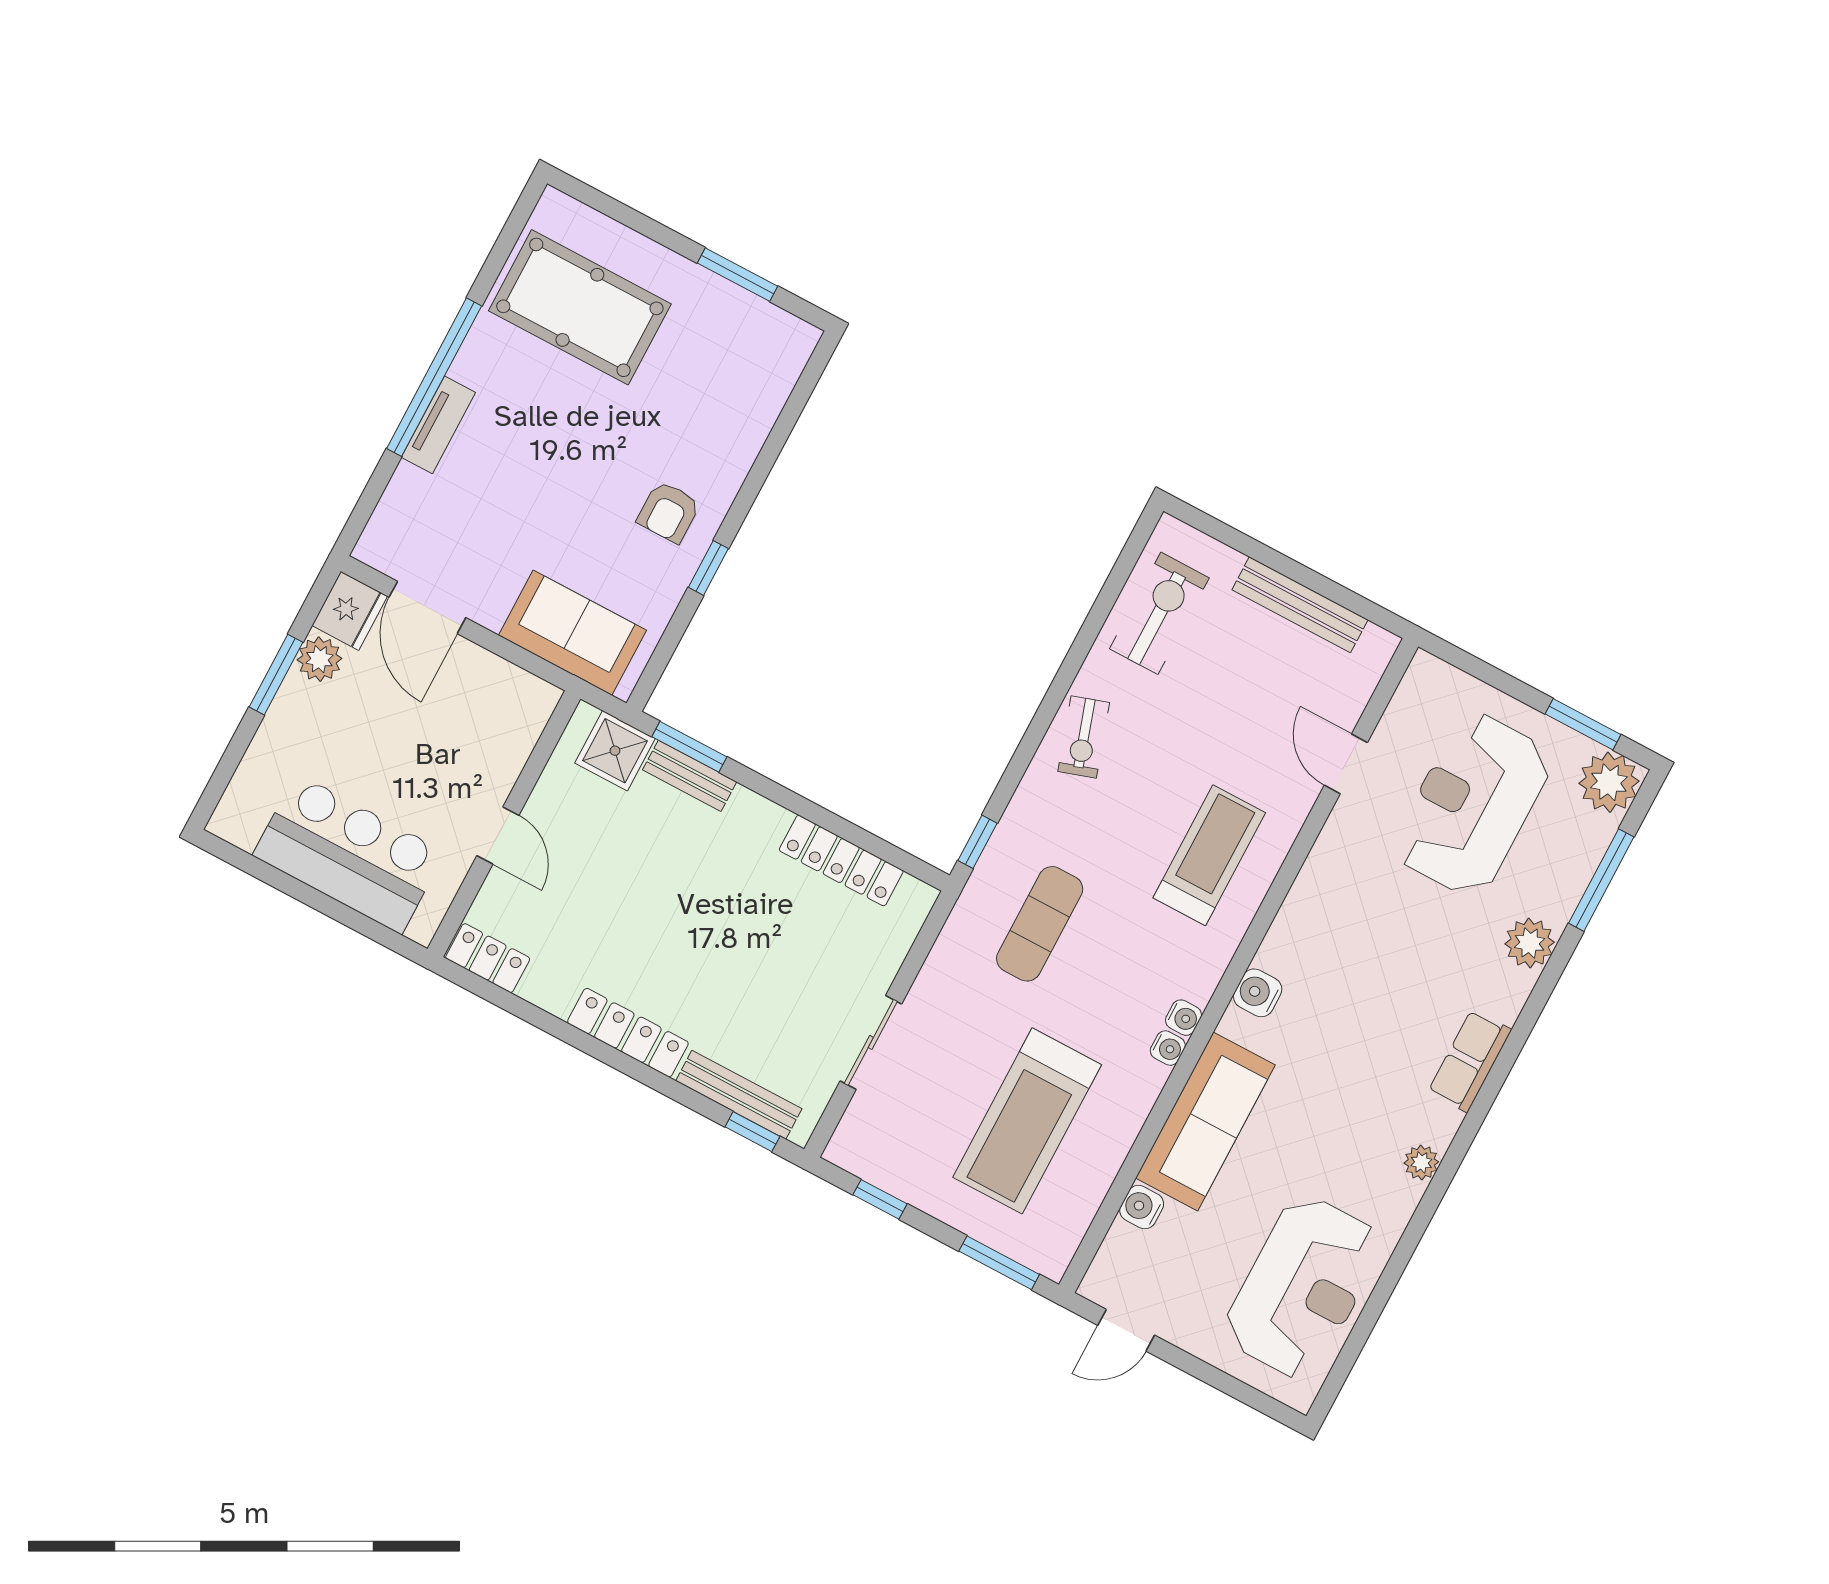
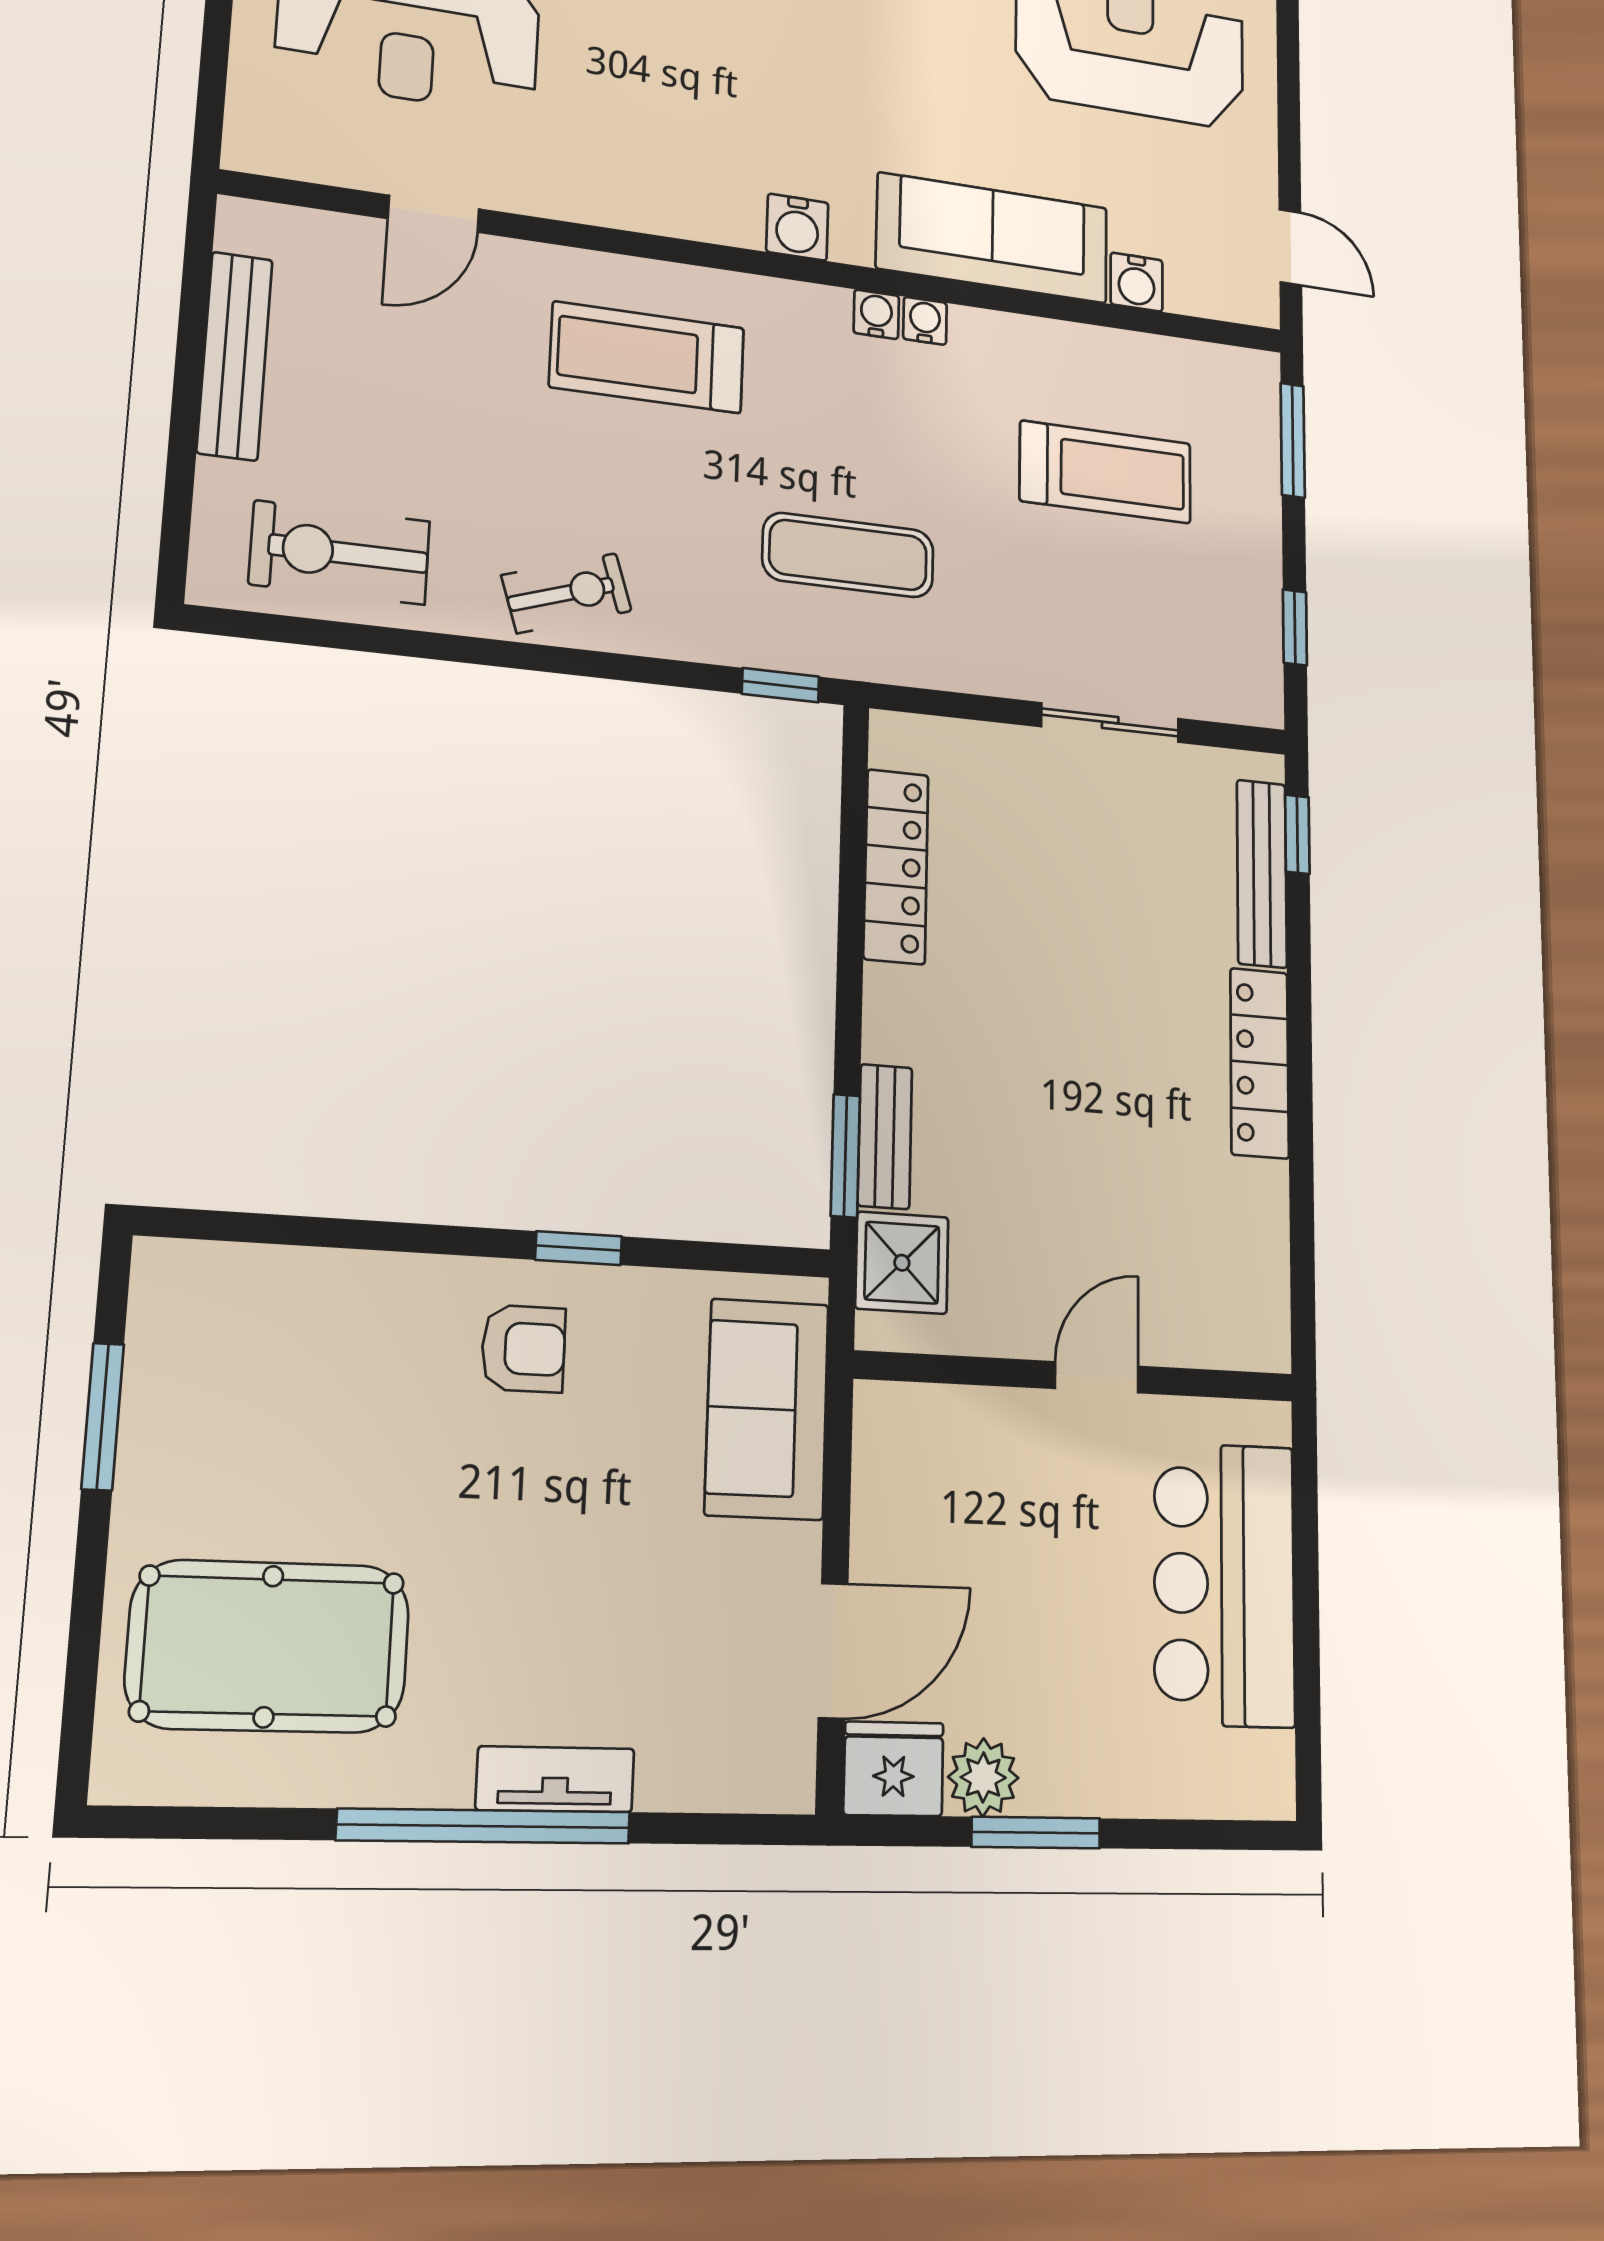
pool table: (580, 307) -> (268, 1646), turned 90
locker: (488, 958) -> (1262, 1309), removed
treadmill: (1027, 1121) -> (1106, 472), width x0.73, depth x0.73

